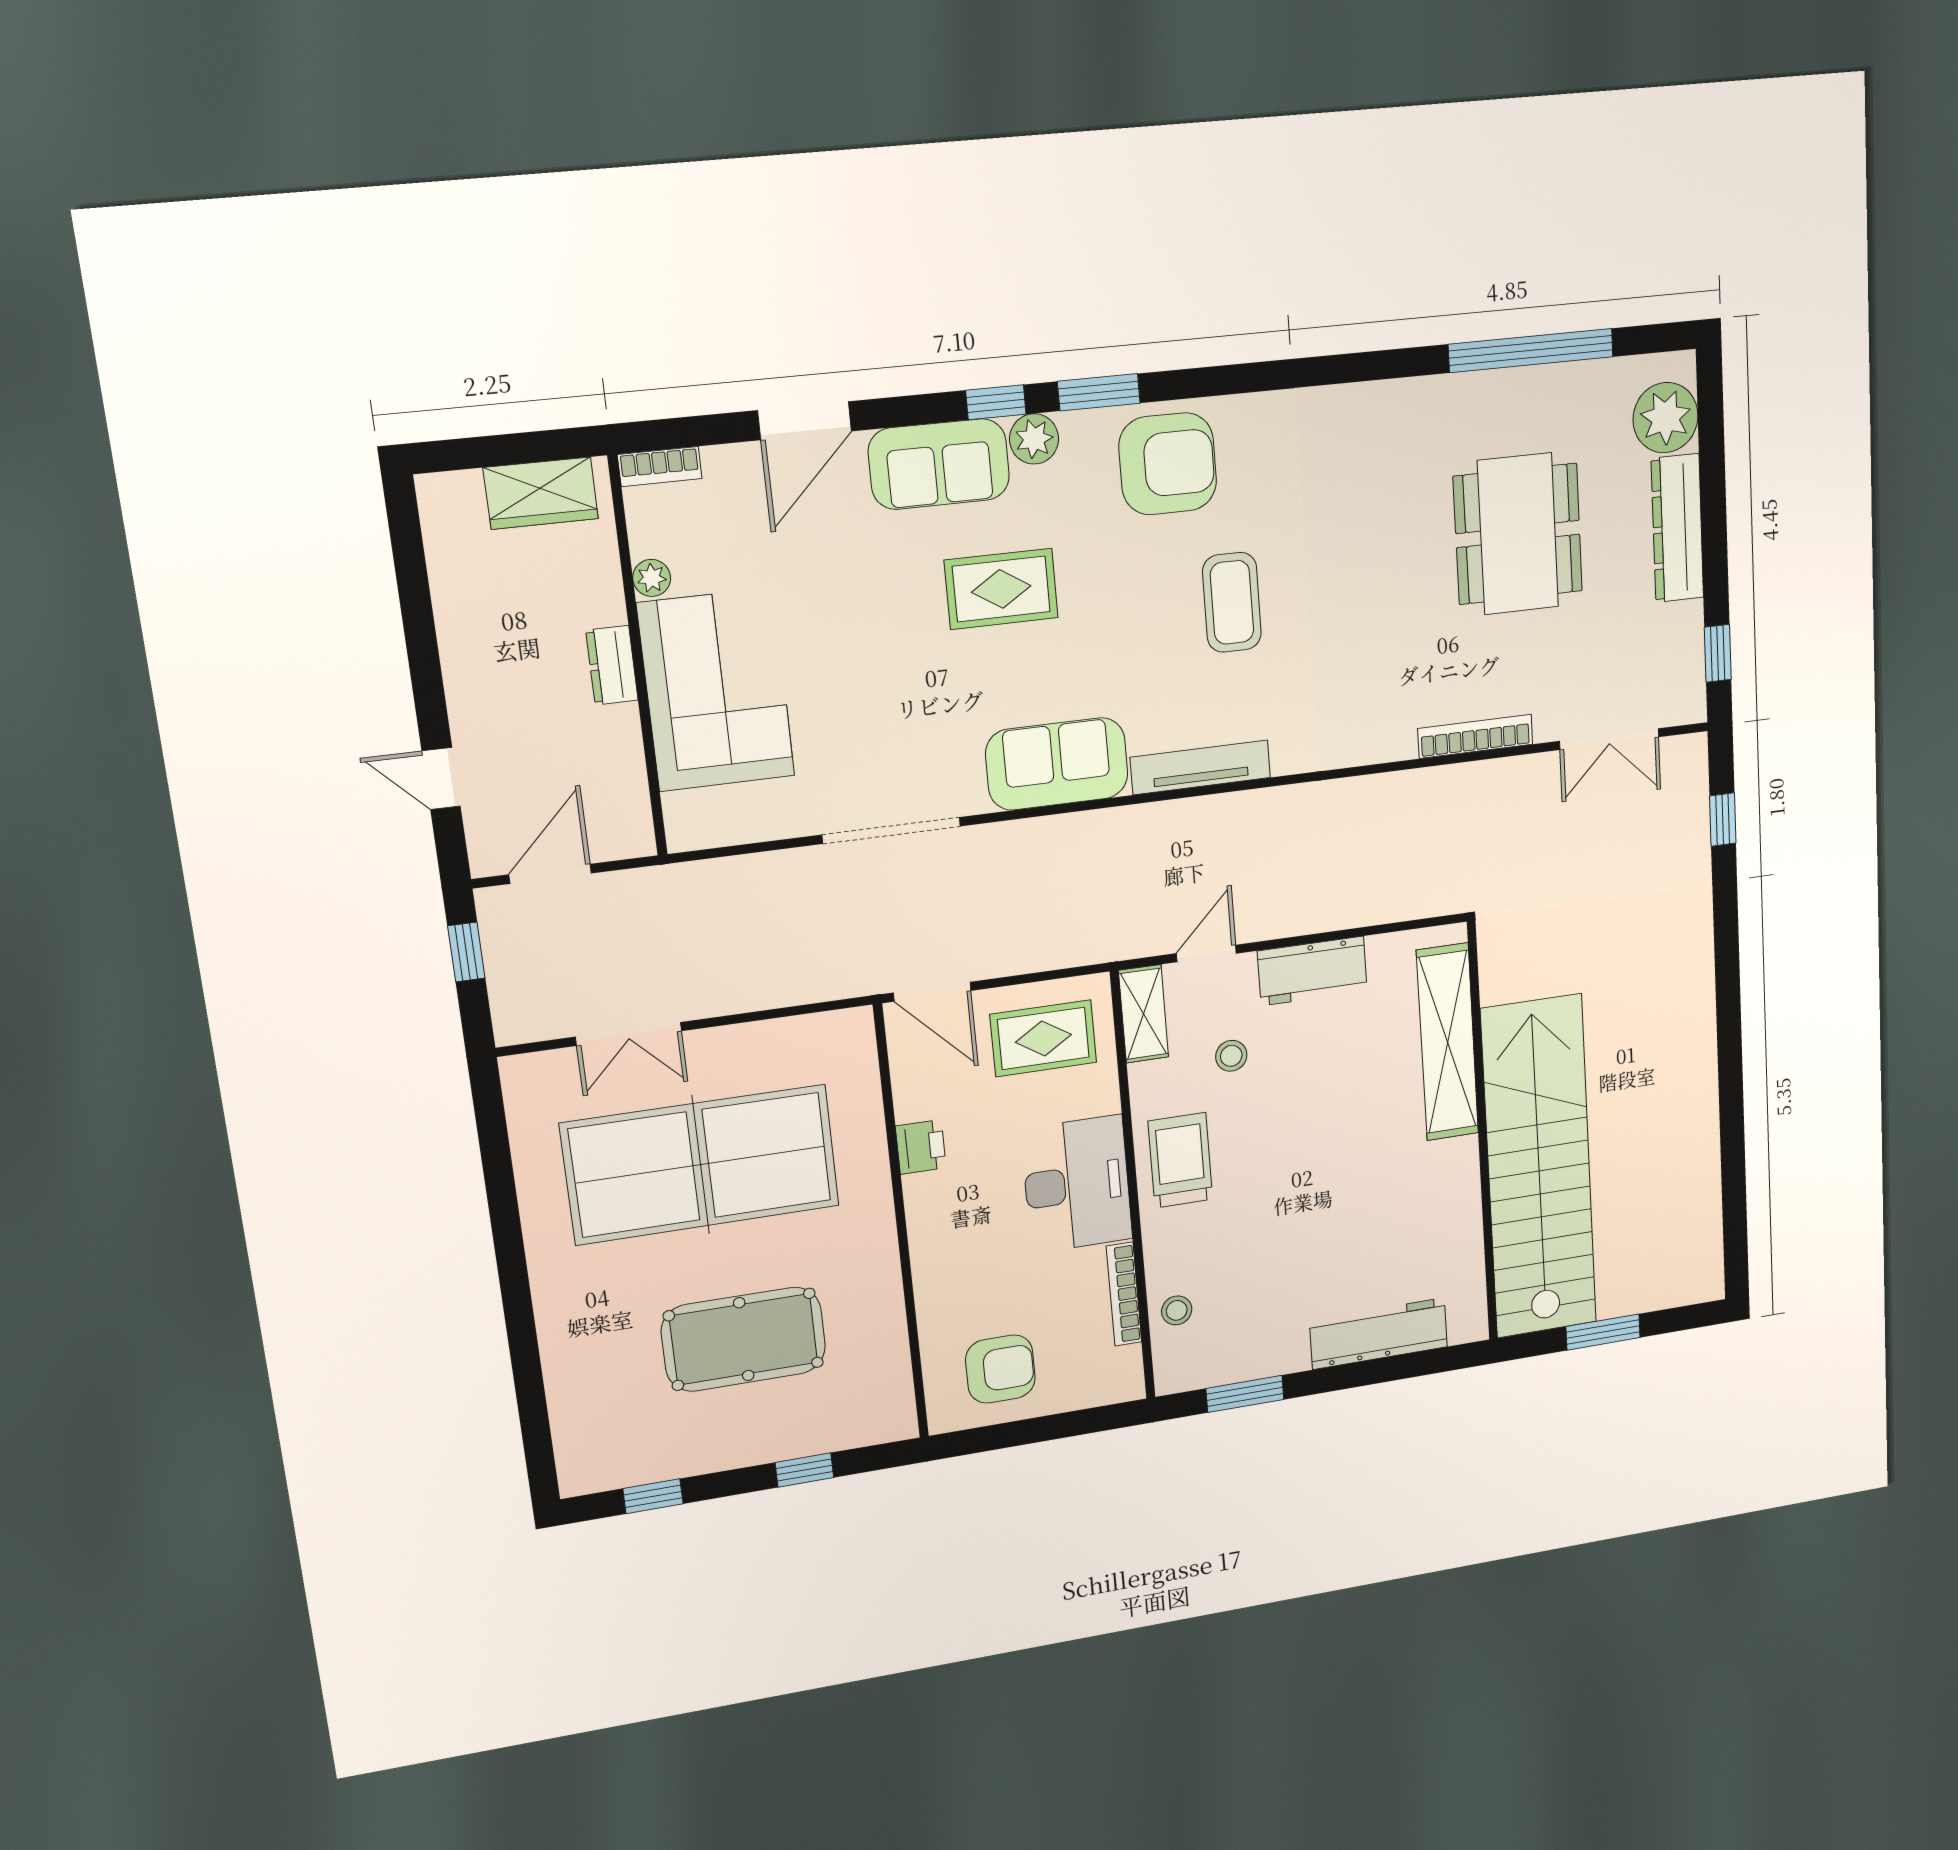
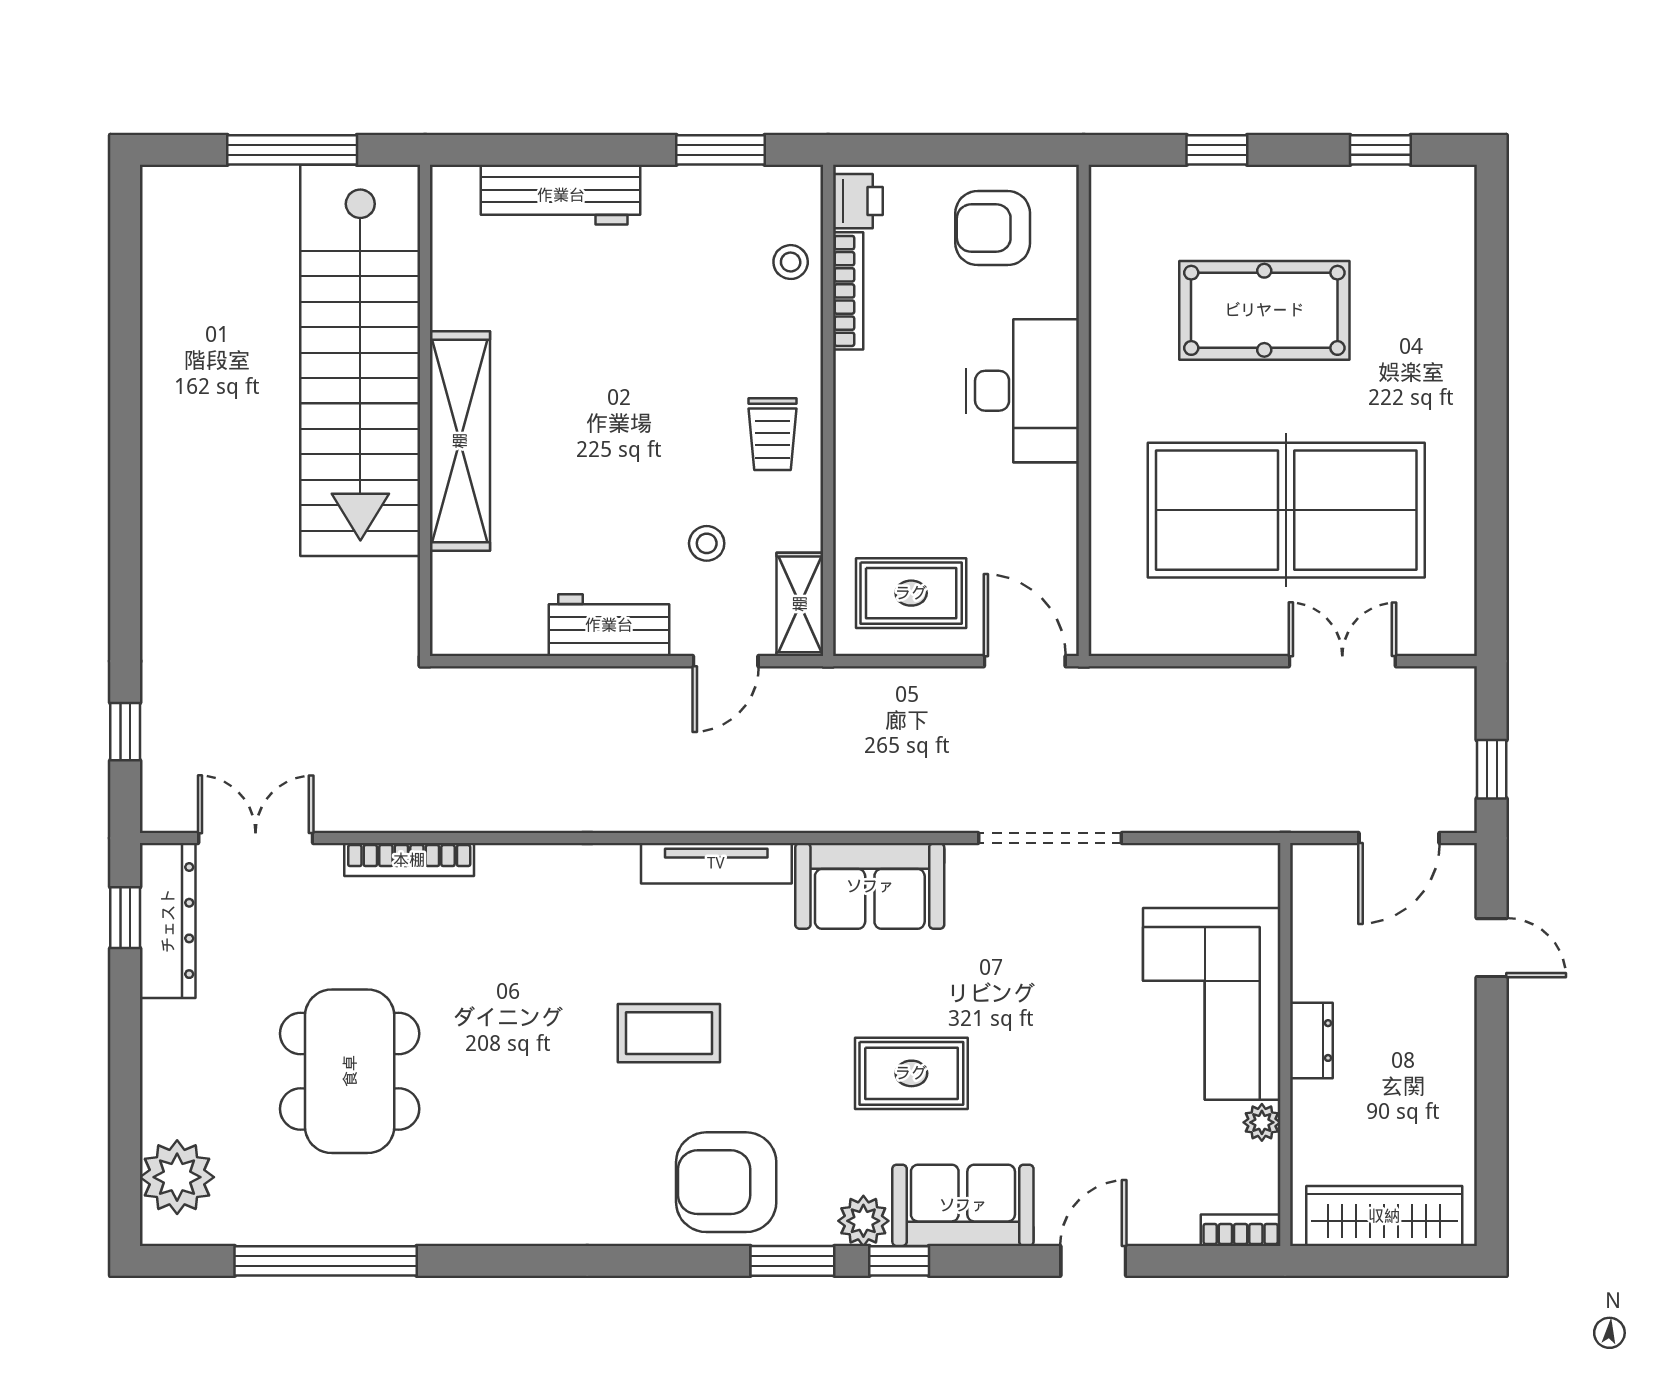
door: (805, 421) -> (1093, 1261), width x0.73
wardrobe: (541, 493) -> (1384, 1216), width x1.50
dresser: (1677, 528) -> (168, 921), moved
coffee table: (1232, 602) -> (669, 1033), turned 90
shelving: (1448, 1042) -> (460, 441), moved
printer: (921, 1147) -> (858, 201), moved, turned 180
trolley: (1180, 1160) -> (773, 434), width x0.73, depth x0.72
desk: (1077, 1184) -> (1022, 391), moved, turned 180
window: (1603, 1332) -> (292, 150), width x1.44

